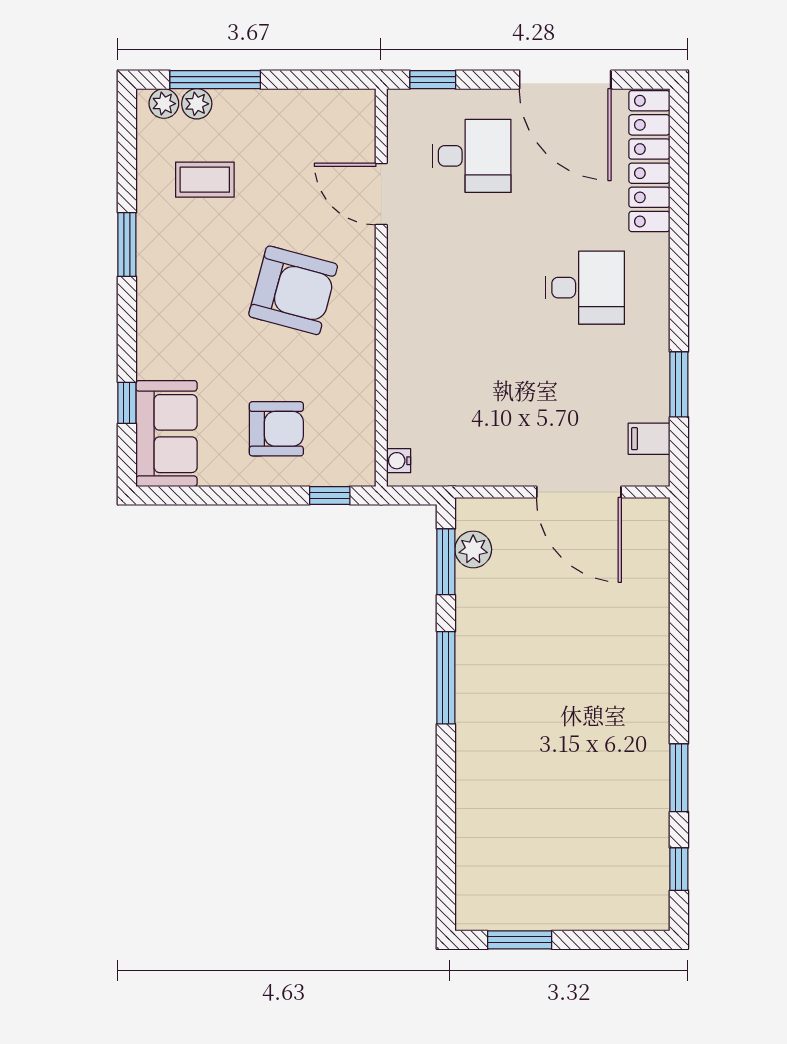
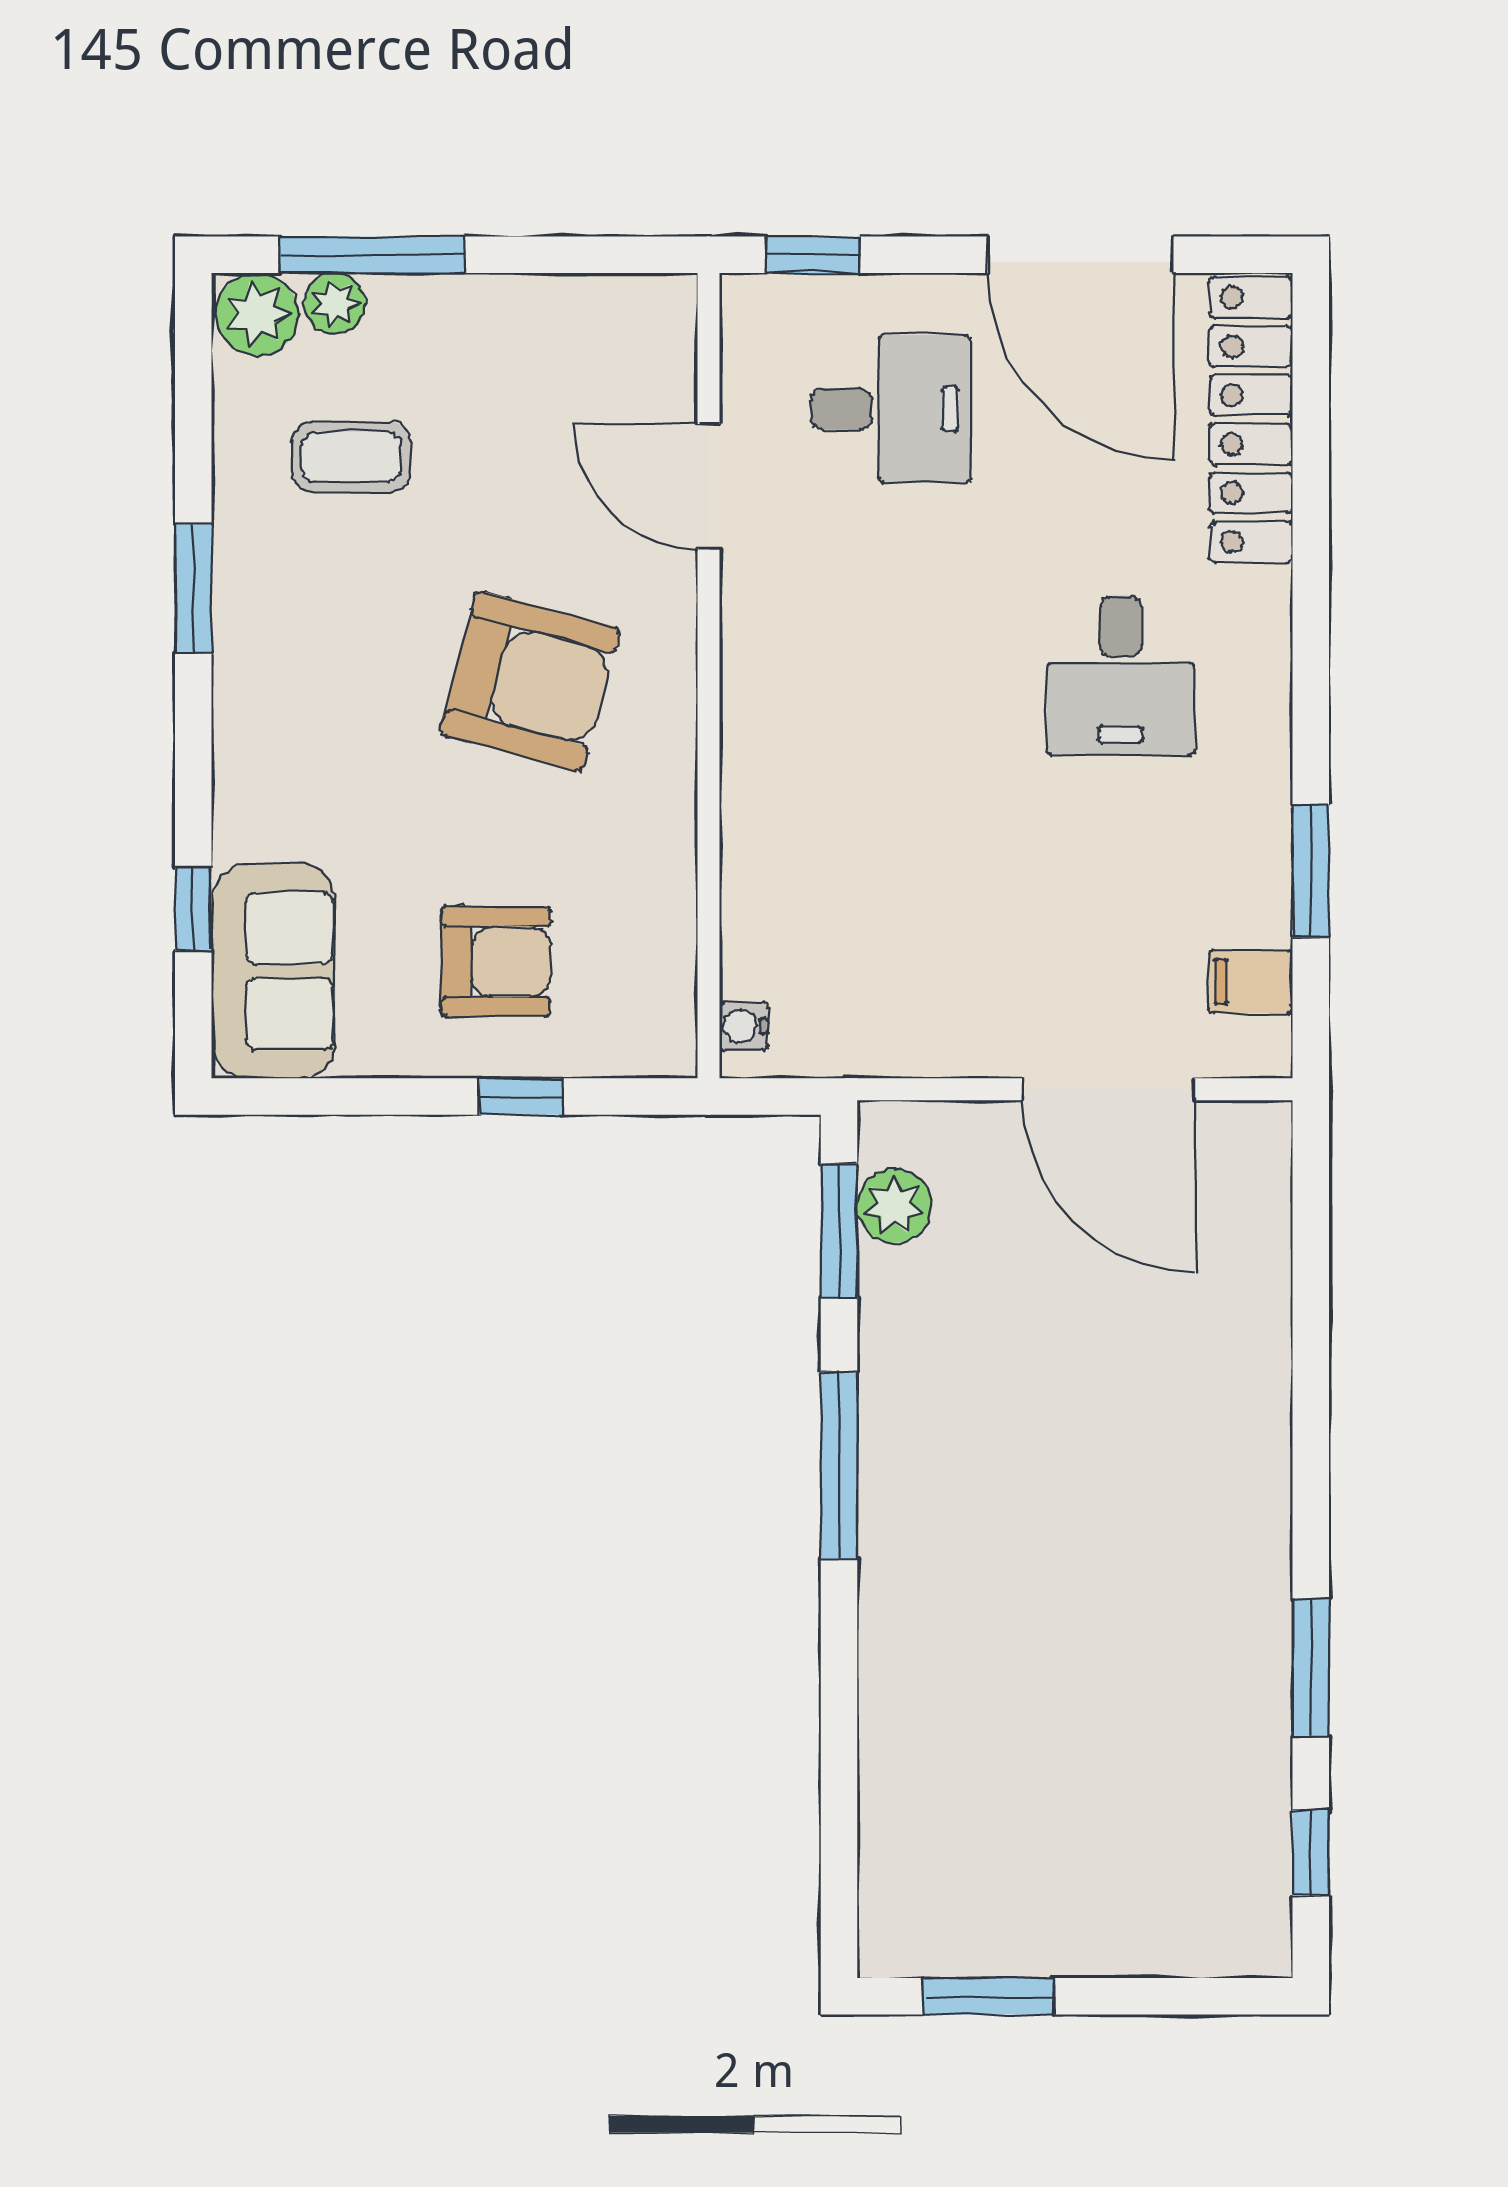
plant: (164, 104) -> (257, 314), width x1.38, depth x1.38
desk: (585, 288) -> (1121, 676), turned 90
window: (330, 495) -> (521, 1096), moved

